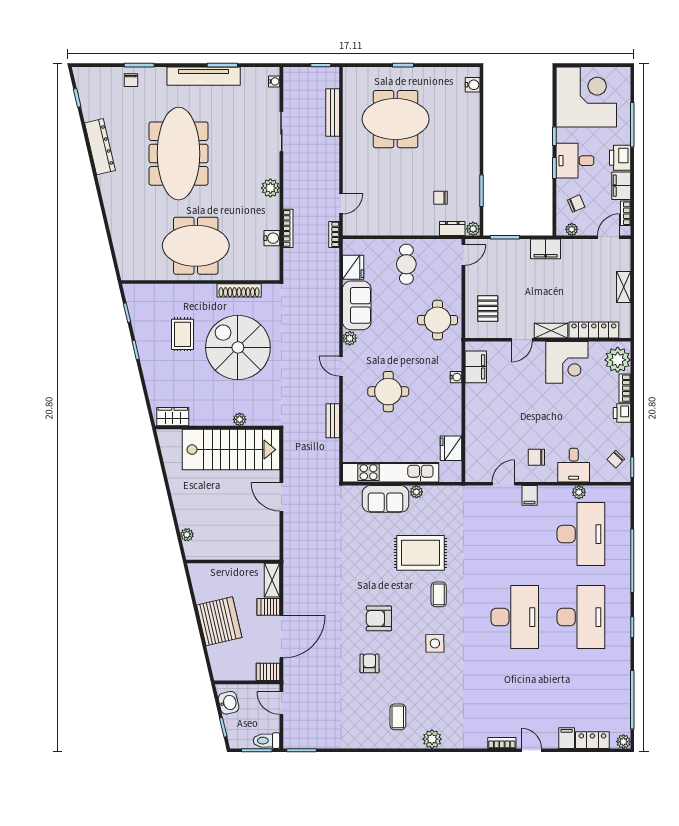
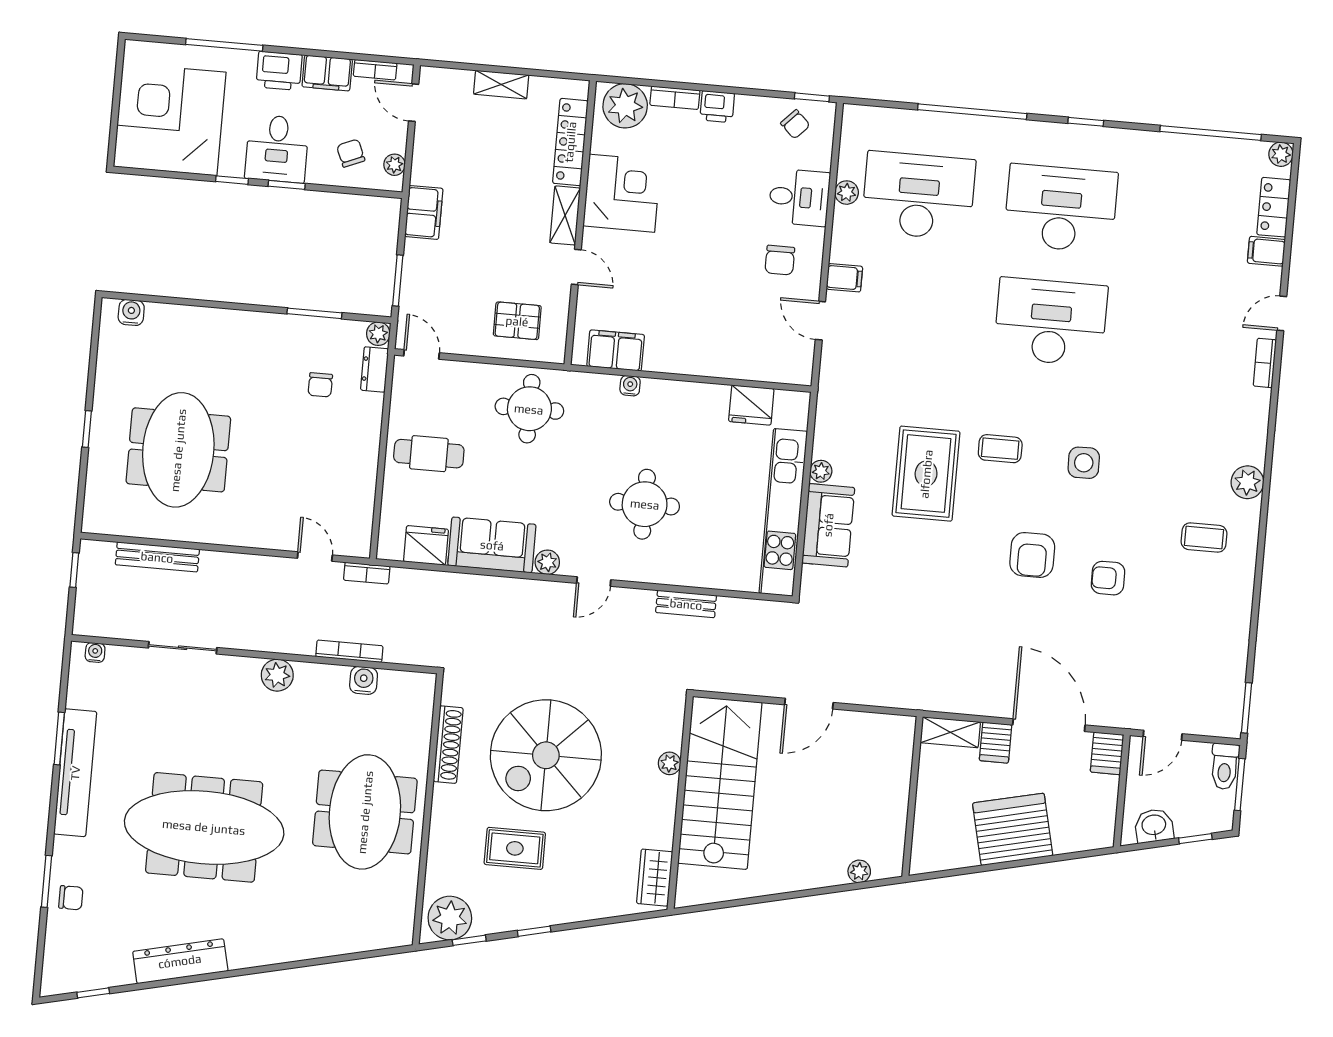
plant: (139, 300) -> (450, 918), added

